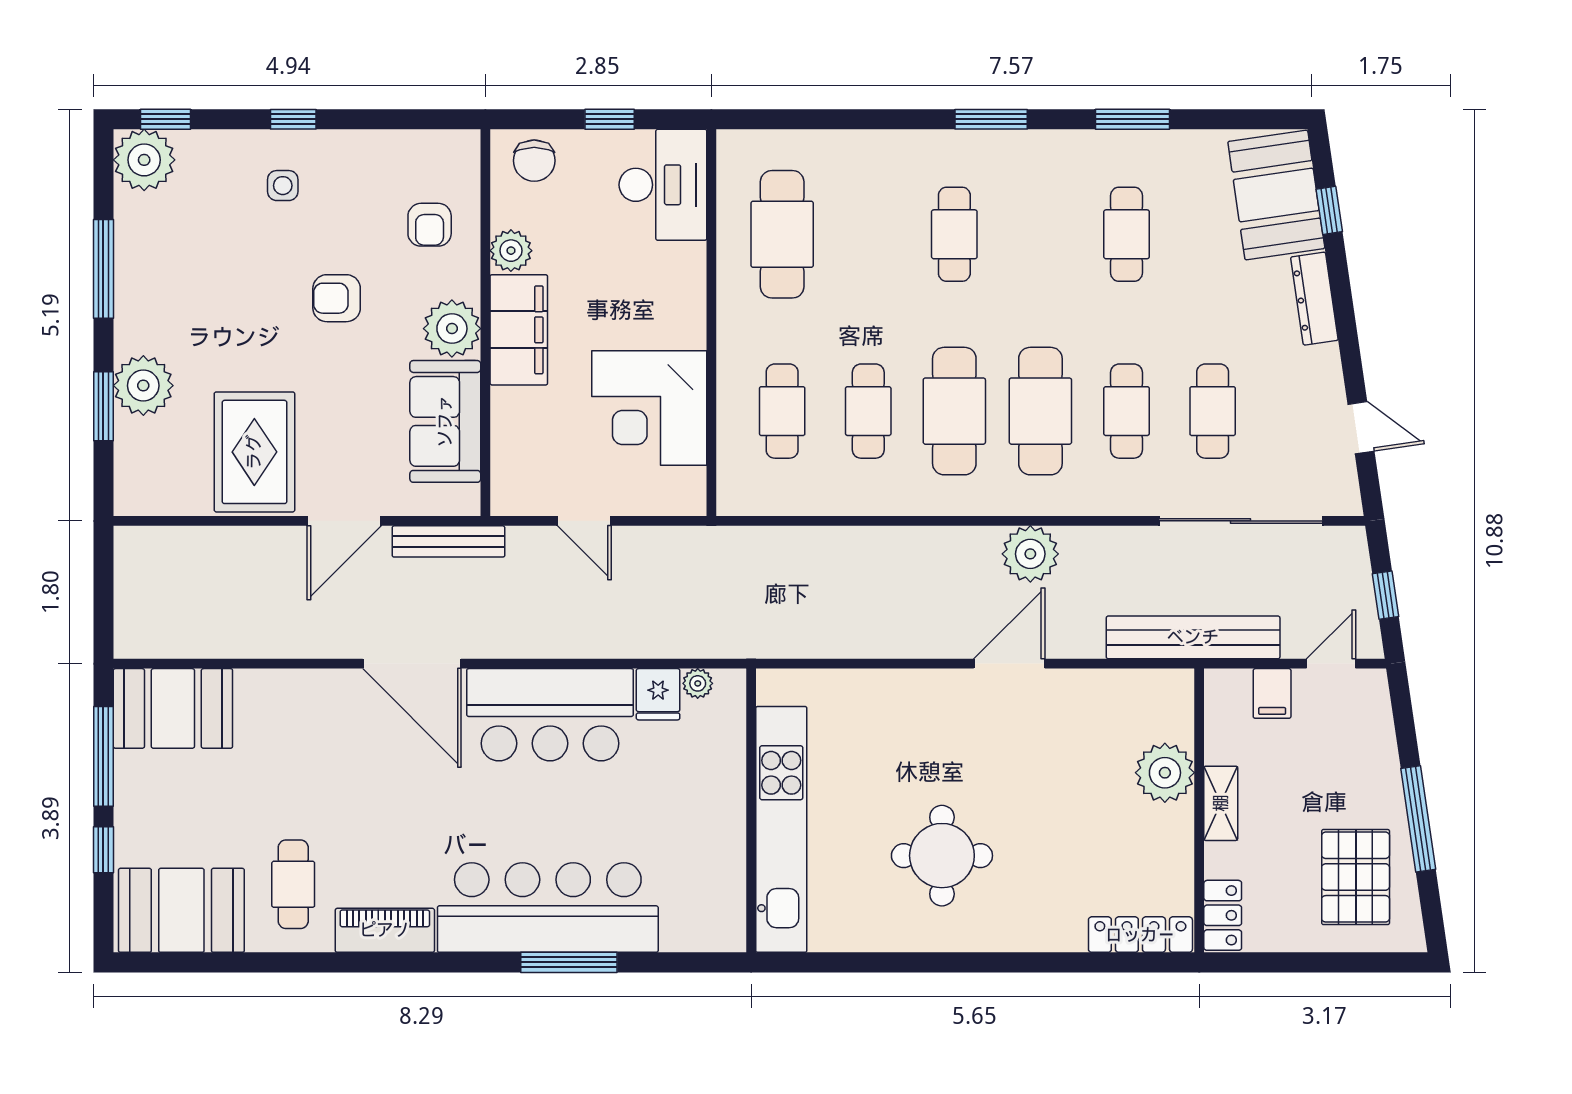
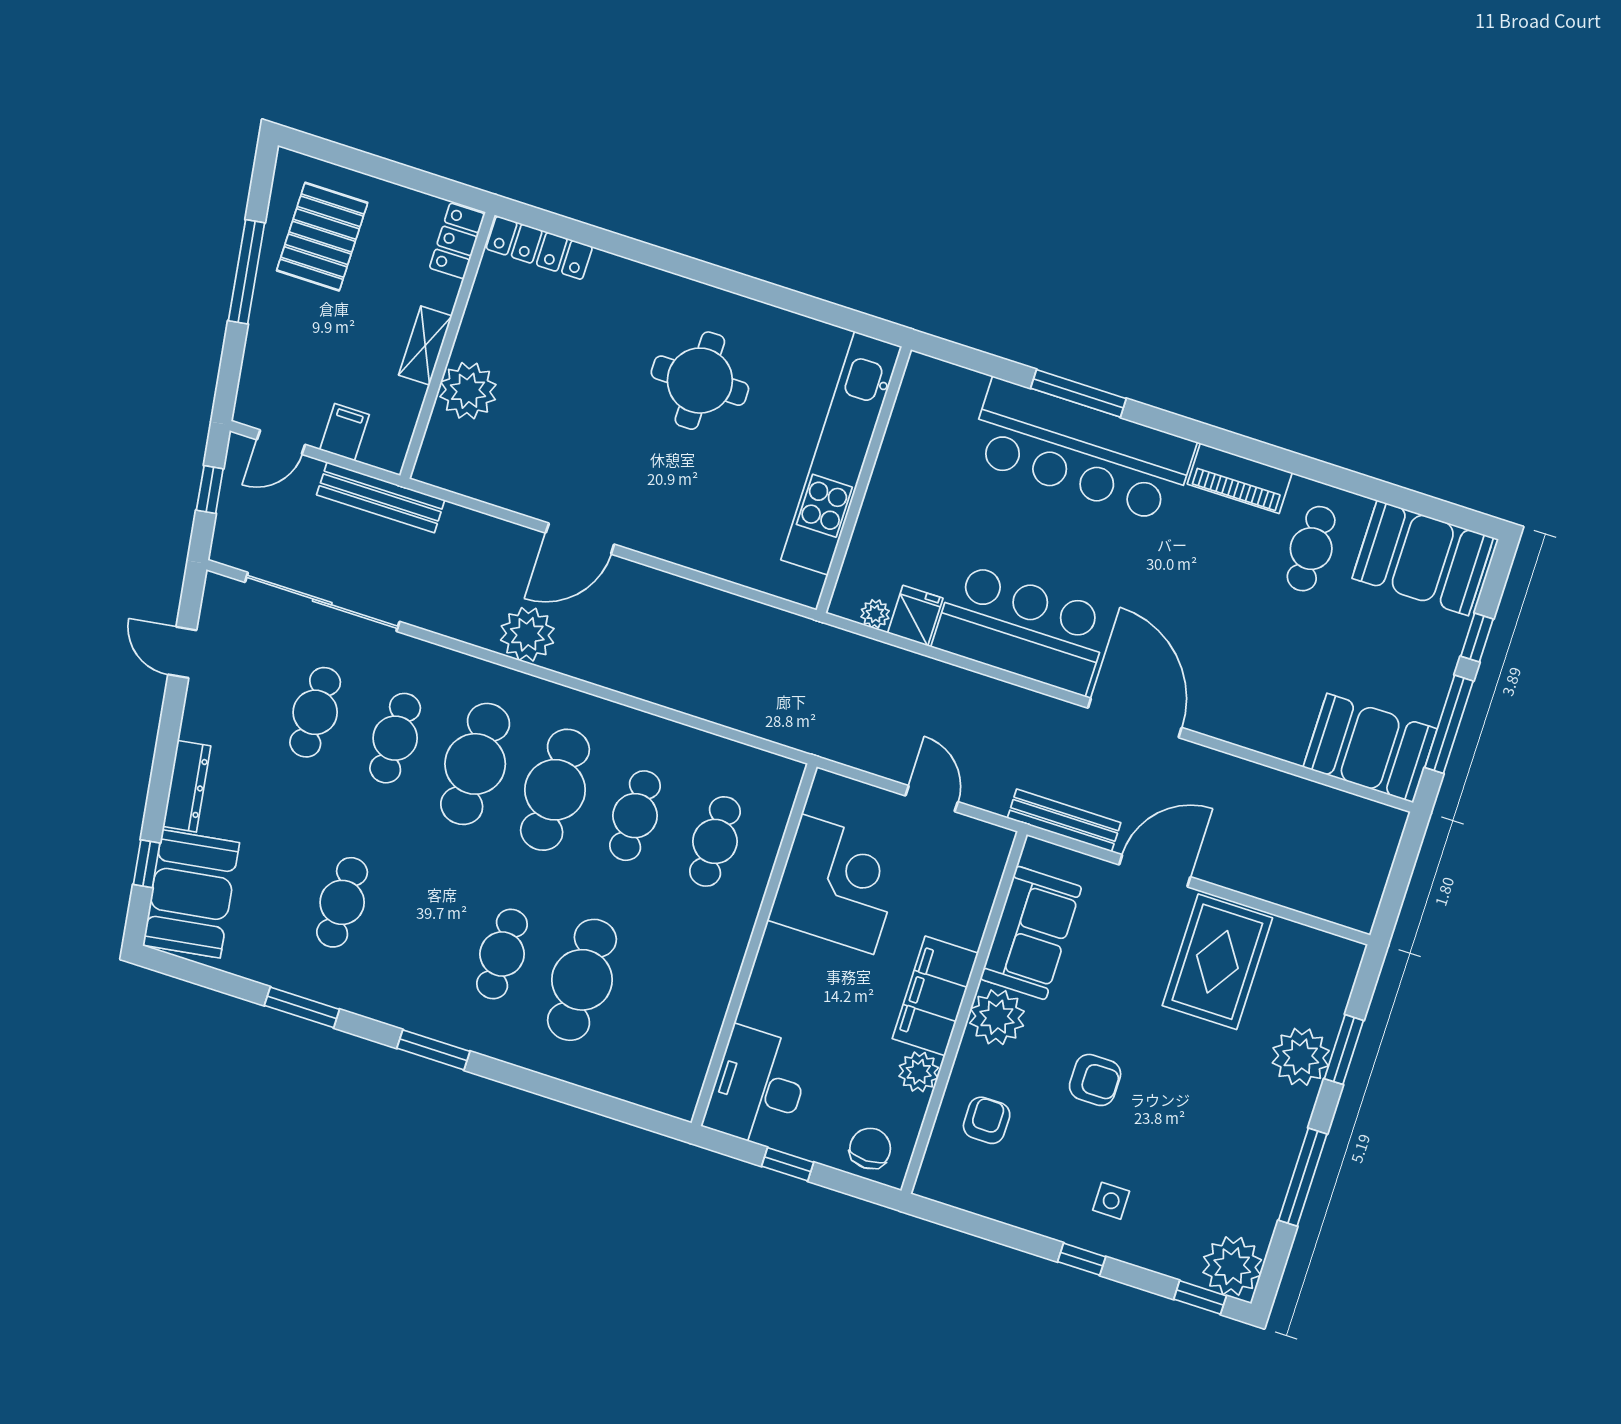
cafe table: (782, 234) -> (582, 980), moved
bench: (1193, 637) -> (381, 497), width x0.73, depth x0.82

